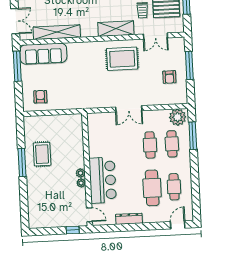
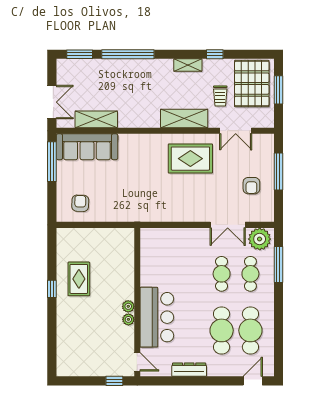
shelving: (57, 32) -> (96, 119), width x0.68
double door: (129, 109) -> (228, 225), moved
window: (22, 163) -> (52, 289), width x0.46
cafe table: (174, 187) -> (250, 330), width x1.37, depth x1.35

